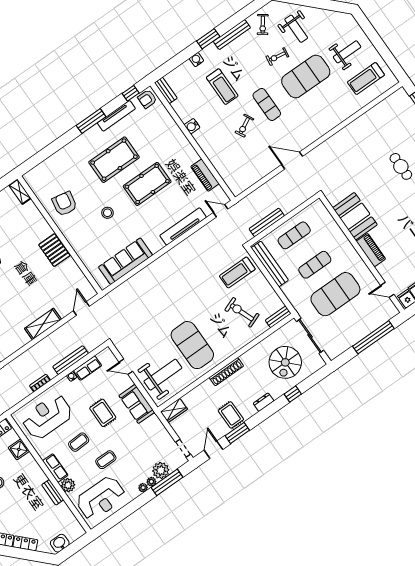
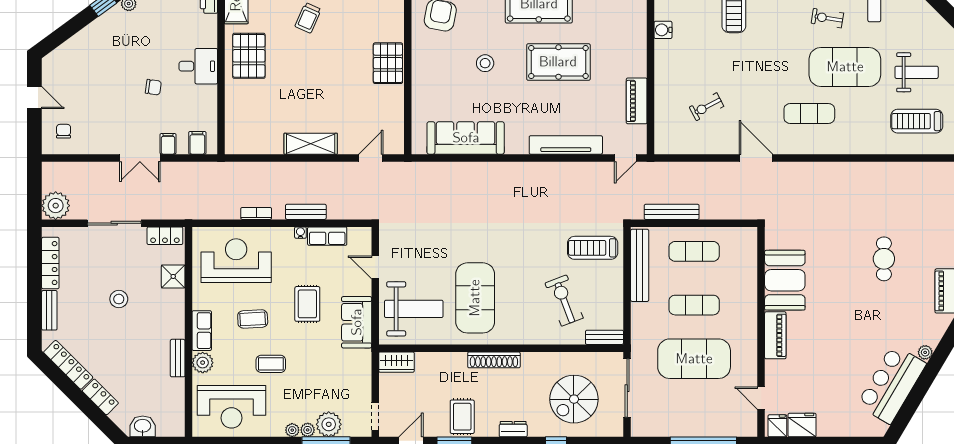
exercise mat: (267, 104) -> (809, 113), moved, turned 90
exercise bike: (244, 126) -> (707, 107), moved
door: (221, 211) -> (625, 158), swing flipped
bench: (71, 360) -> (306, 212), width x0.73

